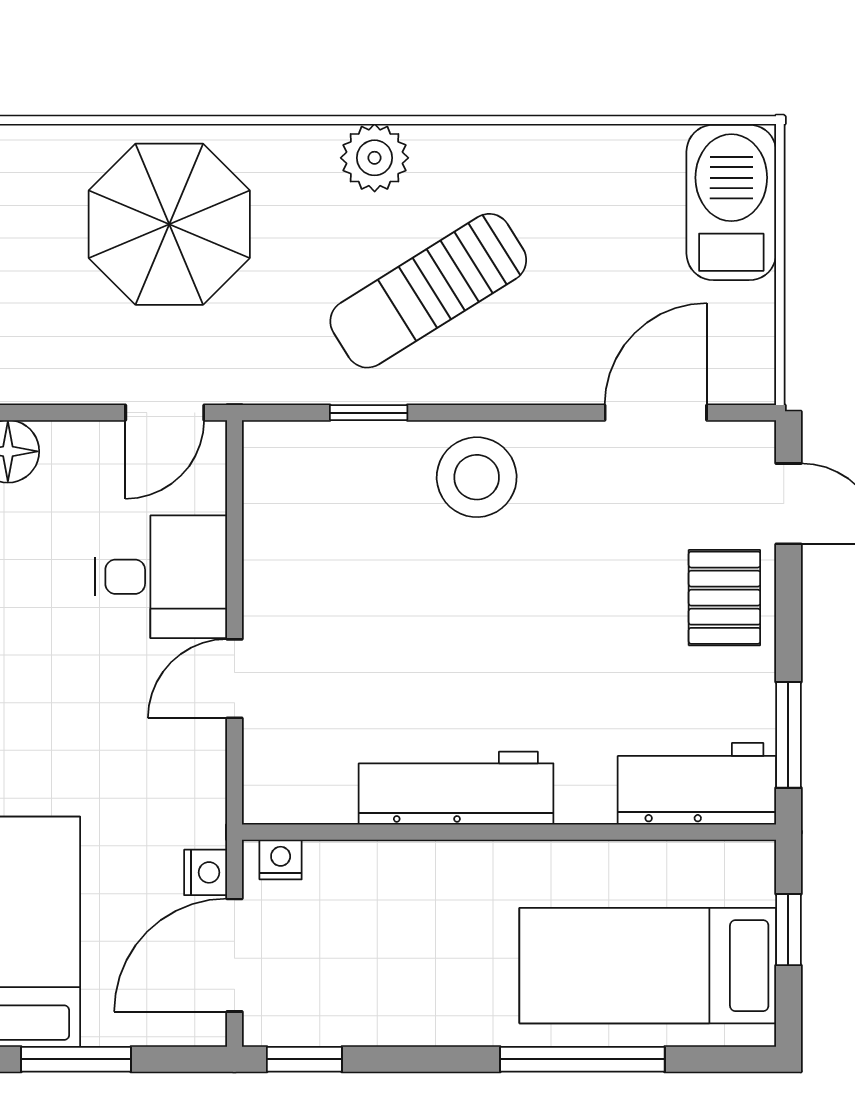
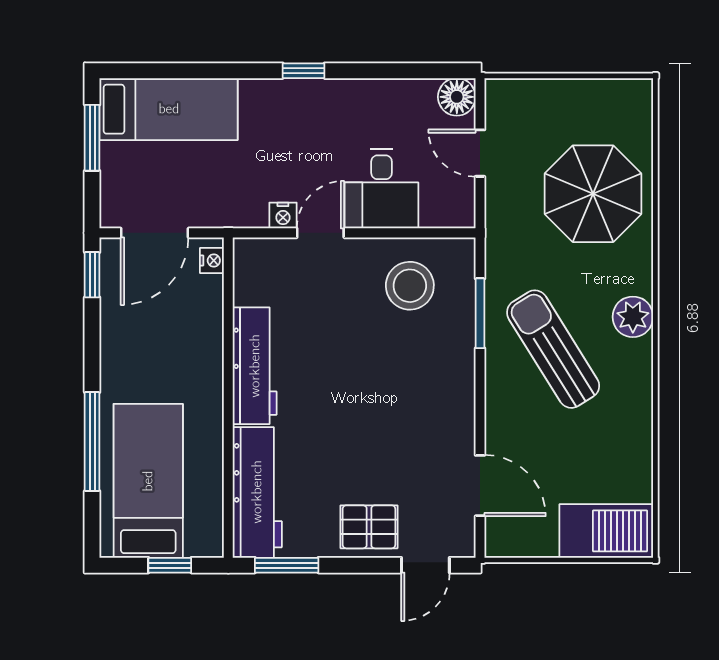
door: (165, 413) -> (480, 153), moved
window: (369, 413) -> (480, 313), width x1.50
stool: (477, 477) -> (410, 286), moved
door: (234, 679) -> (320, 233), hinge flipped
workbench: (697, 784) -> (257, 492), width x1.38
nightstand: (206, 872) -> (283, 215), moved
door: (234, 955) -> (155, 233), swing flipped

